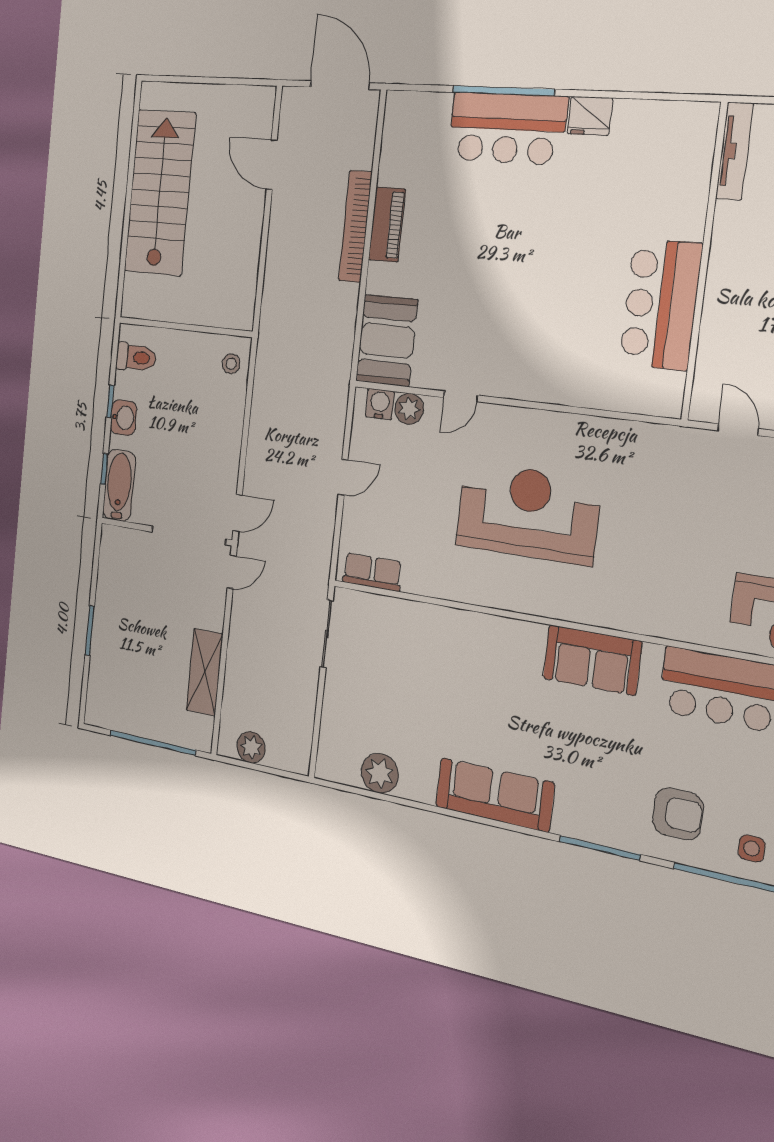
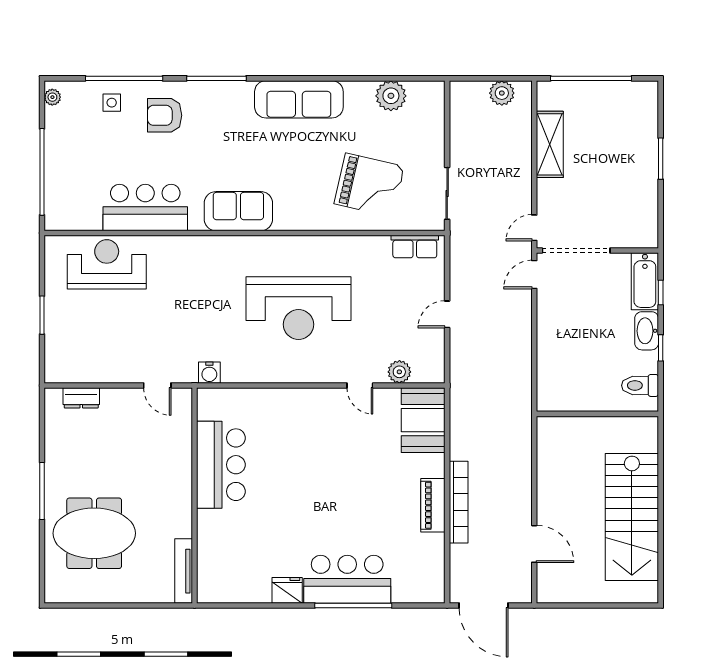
stool: (231, 364) -> (553, 389), removed
door: (461, 396) -> (360, 386), swing flipped
water cooler: (380, 404) -> (209, 373), moved
washbasin: (123, 418) -> (647, 331), width x1.38
grand piano: (419, 663) -> (369, 185), added

